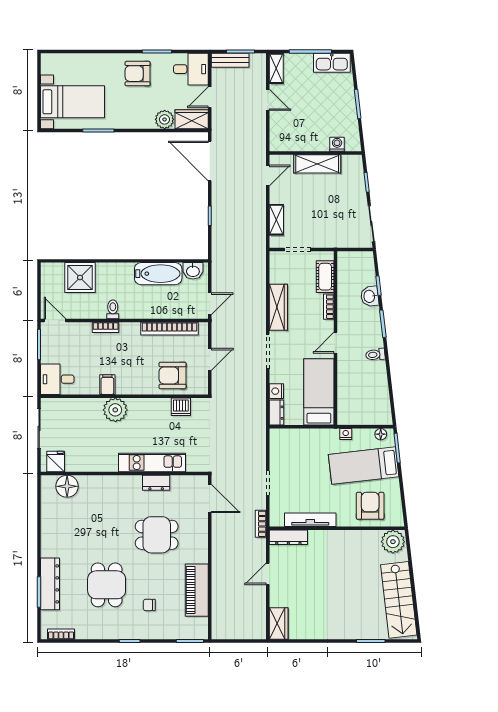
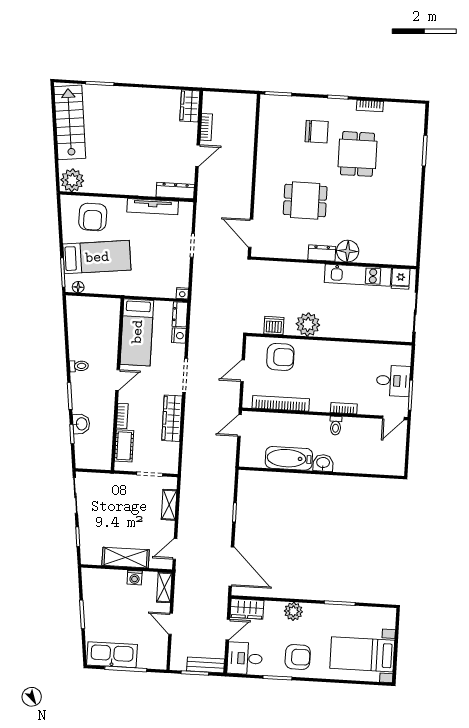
kitchen sink: (332, 63) -> (112, 655), width x1.36, depth x1.24
shelving: (276, 68) -> (164, 587), moved
bed with nightstands: (73, 102) -> (362, 654), moved
plant: (165, 119) -> (293, 611), moved
washing machine: (337, 144) -> (135, 578), moved
washbasin: (193, 271) -> (323, 463), moved
shower: (80, 278) -> (366, 459), removed
door: (55, 320) -> (393, 418), hinge flipped
desk: (57, 379) -> (393, 381), moved
filing cabinet: (107, 385) -> (345, 352), removed
plant: (115, 410) -> (308, 324), moved
nightstand: (346, 434) -> (182, 293), moved
kitchen unit: (152, 463) -> (358, 275), moved
dresser: (156, 483) -> (322, 253), moved
floor lamp: (67, 486) -> (348, 251), moved
bookcase: (261, 524) -> (206, 127), moved
dresser: (50, 584) -> (413, 158), removed
piano: (197, 590) -> (269, 144), removed
chair: (149, 605) -> (317, 132), width x1.87, depth x1.87
bookcase: (61, 634) -> (370, 106), moved

